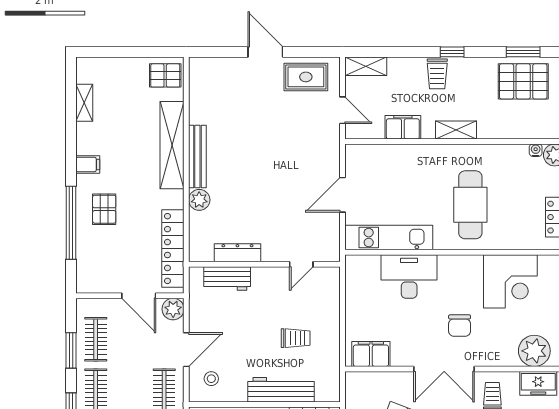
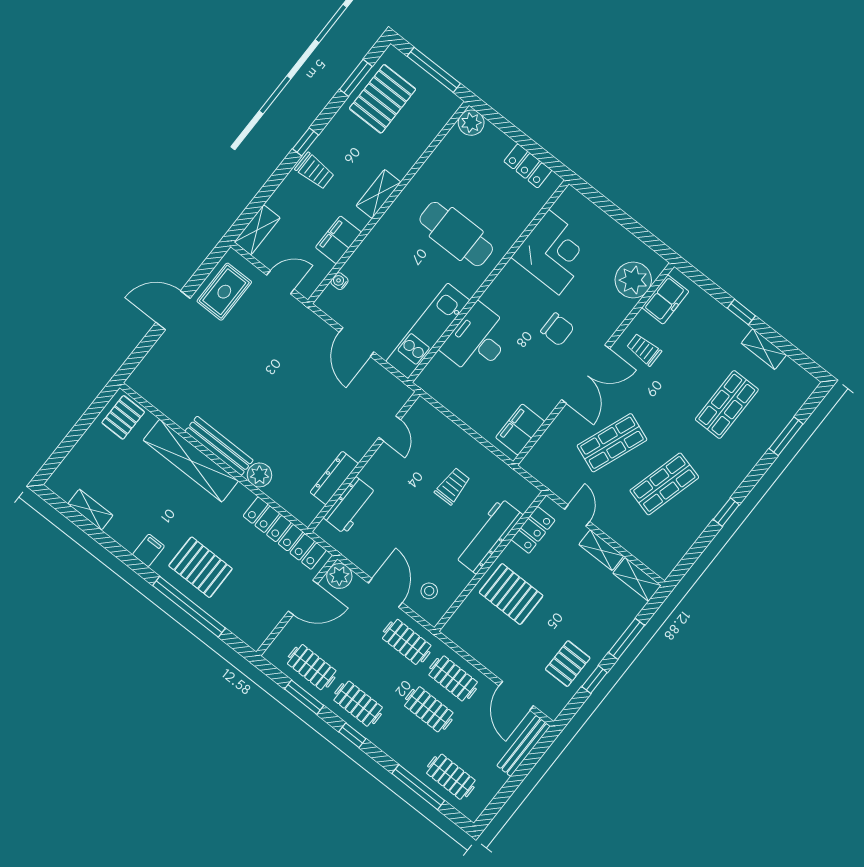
water cooler: (536, 150) -> (339, 281), moved
pallet: (104, 209) -> (200, 567), width x1.50, depth x1.42

